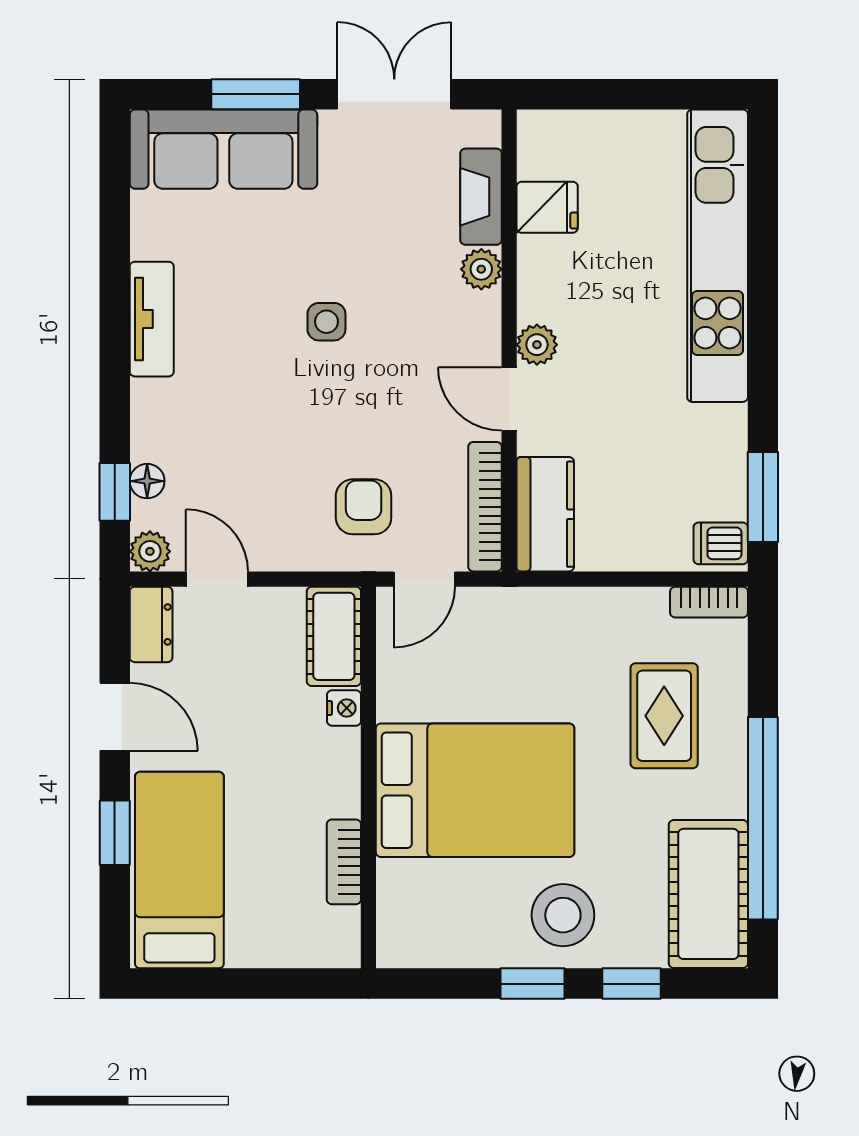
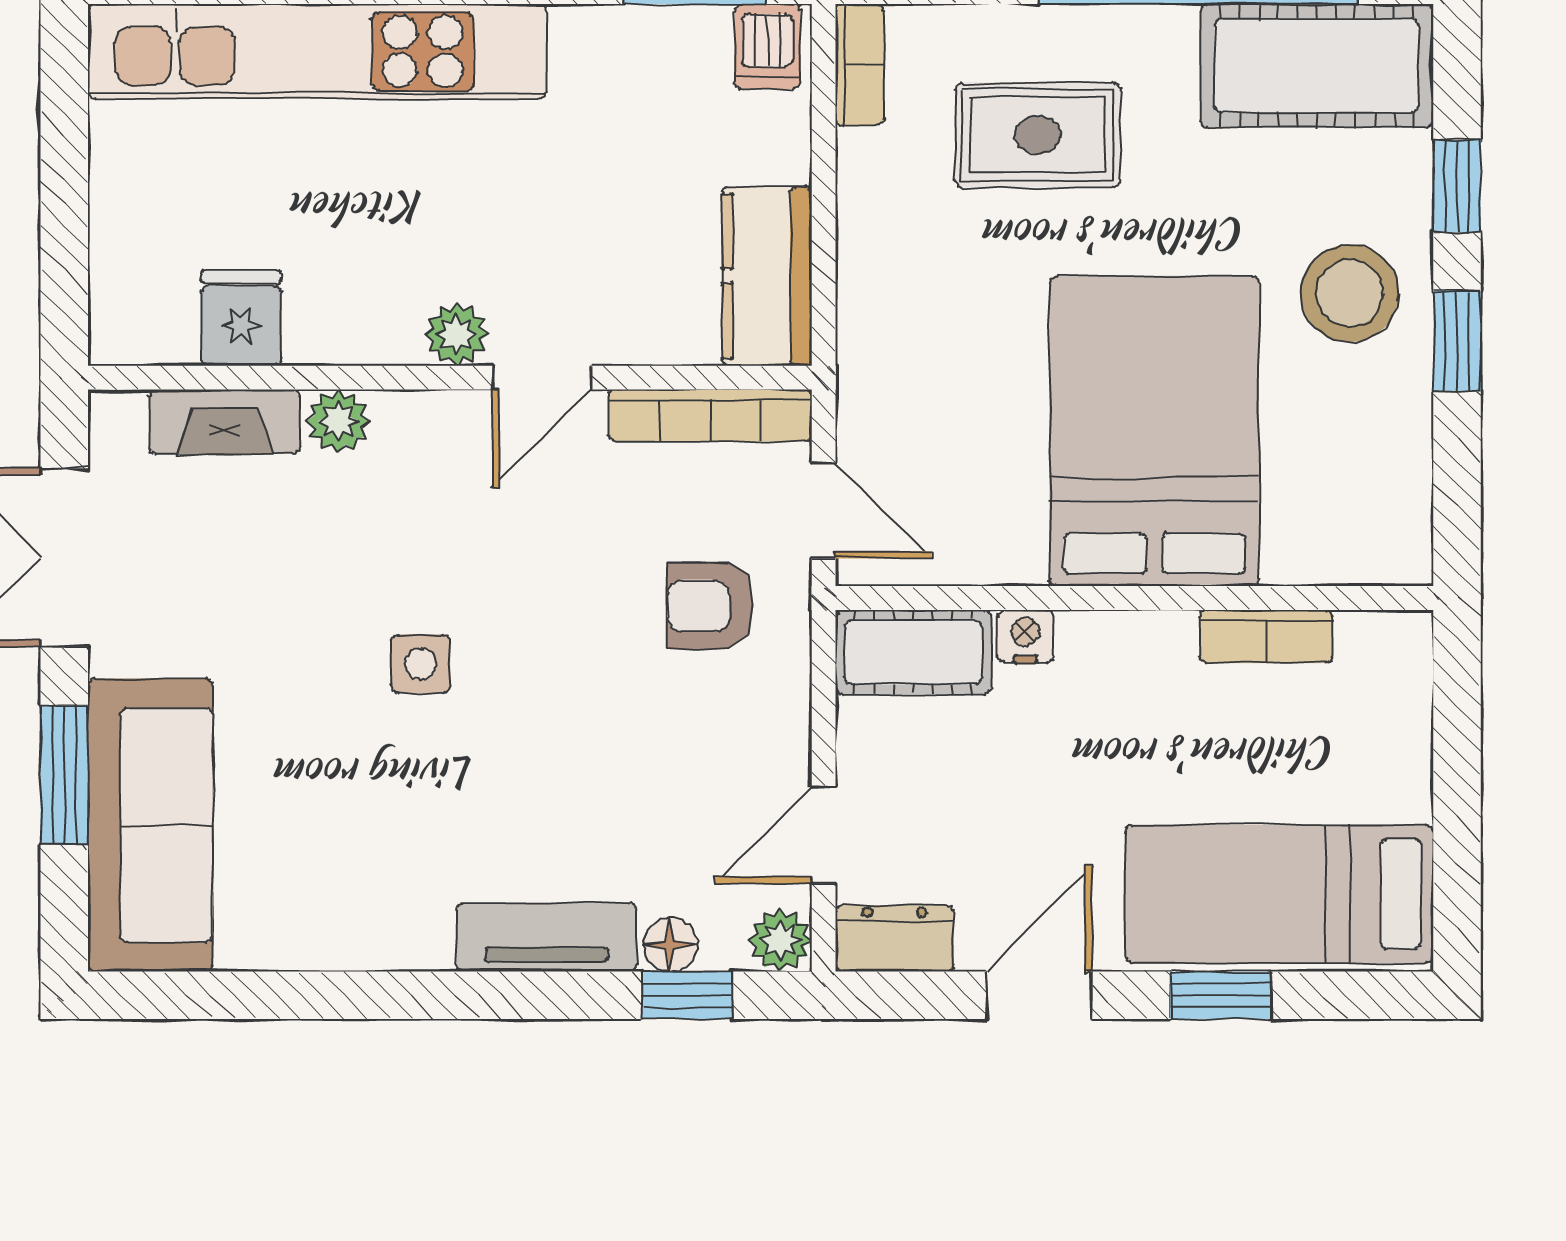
tv unit: (152, 319) -> (547, 937), moved
kitchen counter: (545, 514) -> (767, 276), moved, turned -90

